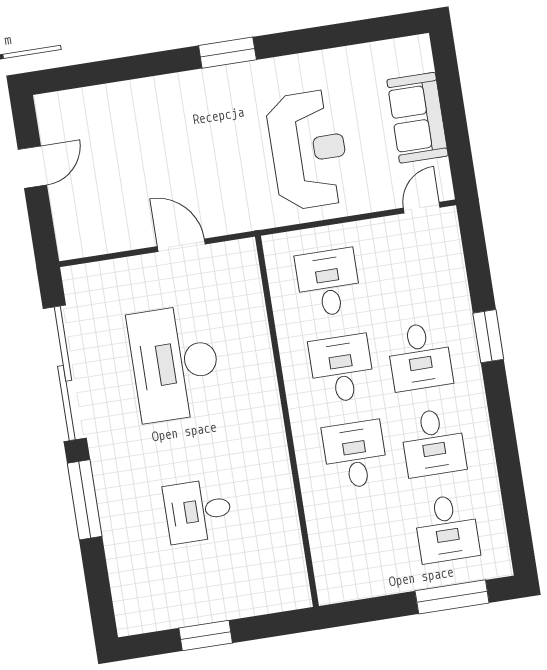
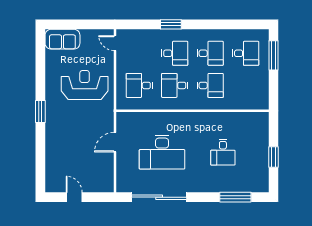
sofa: (417, 118) -> (62, 39), moved
desk: (355, 455) -> (210, 85), turned 180
window: (85, 500) -> (235, 197), moved

